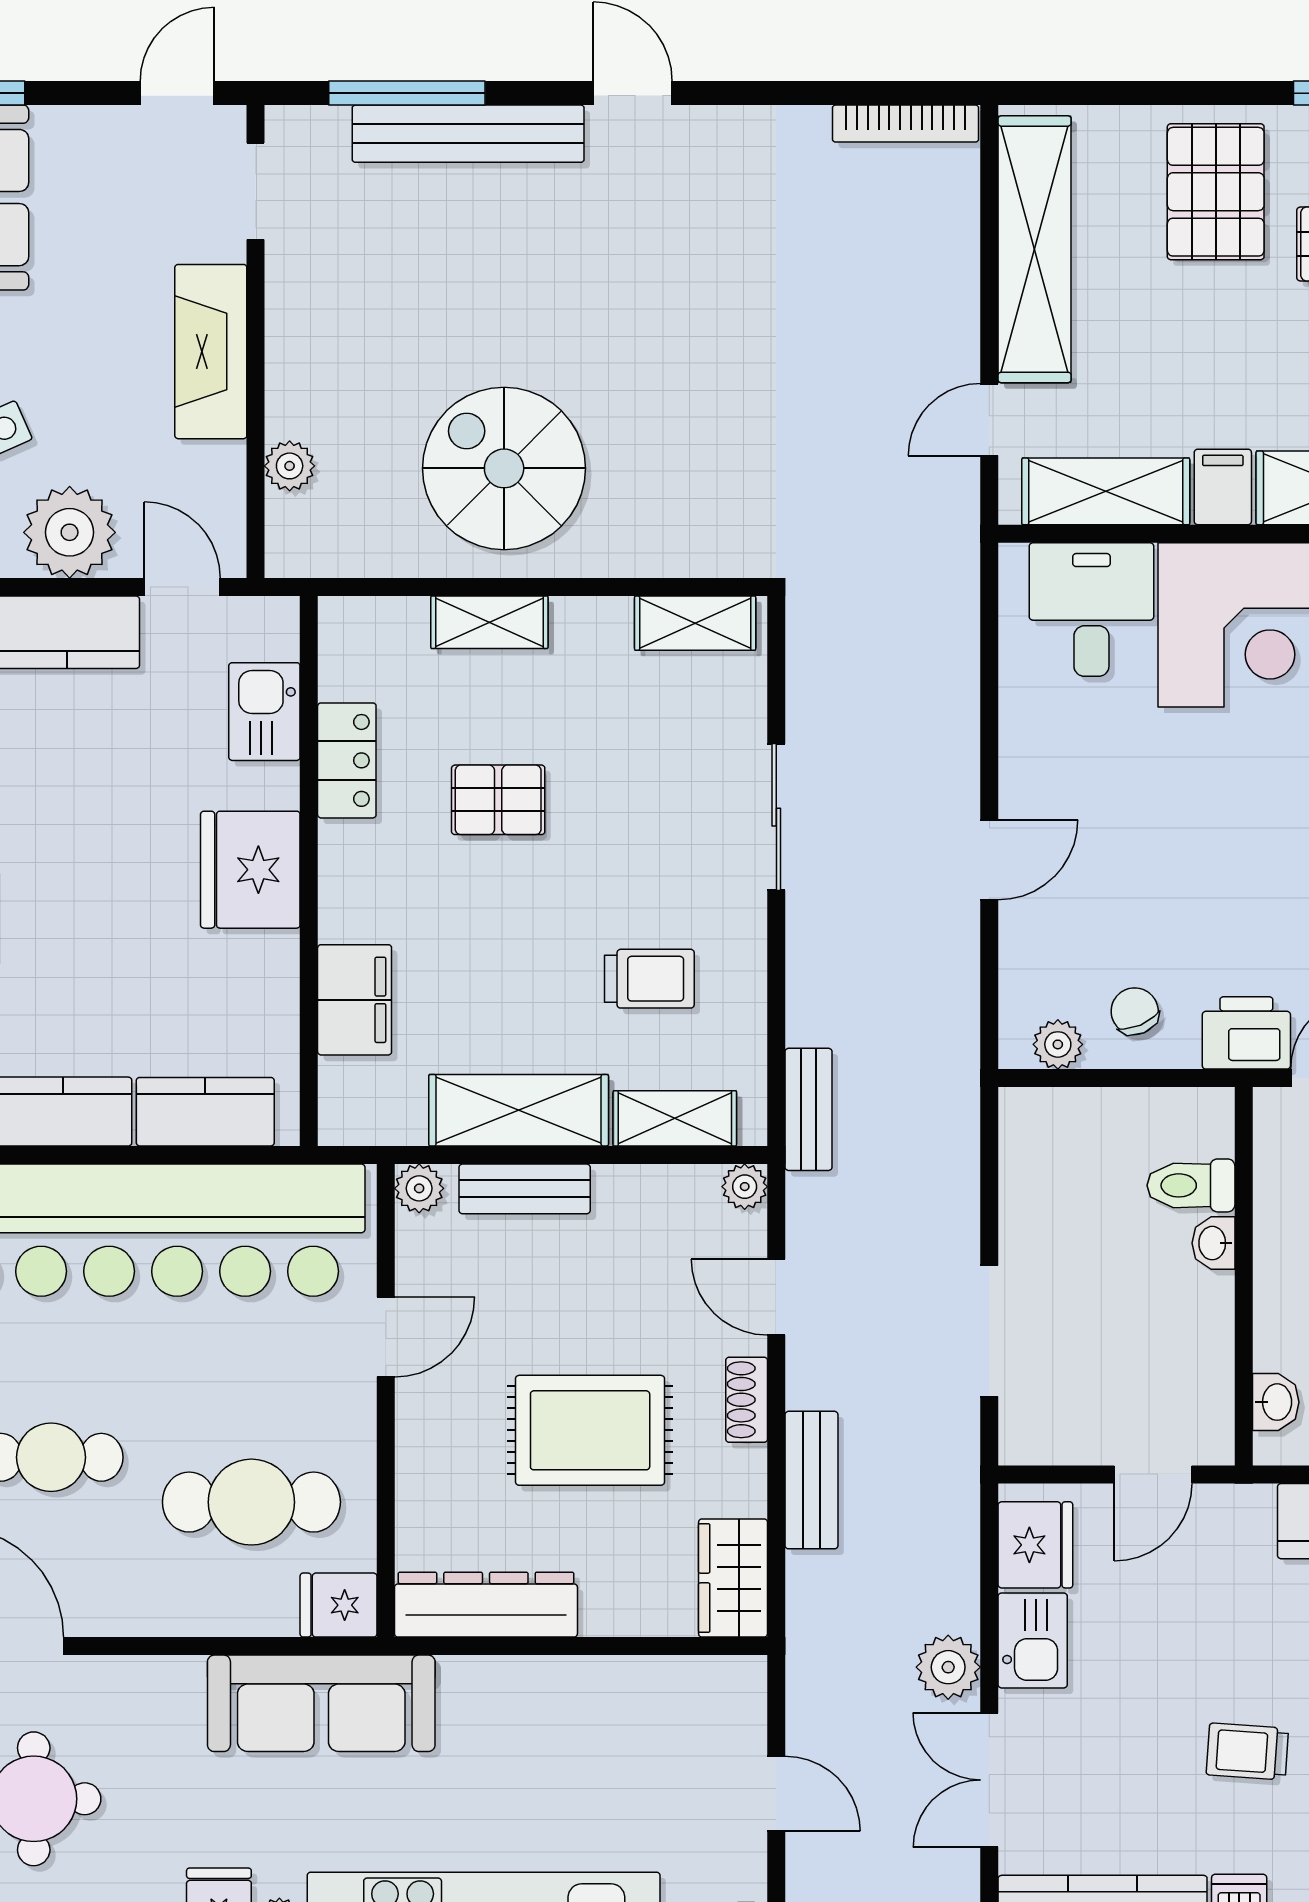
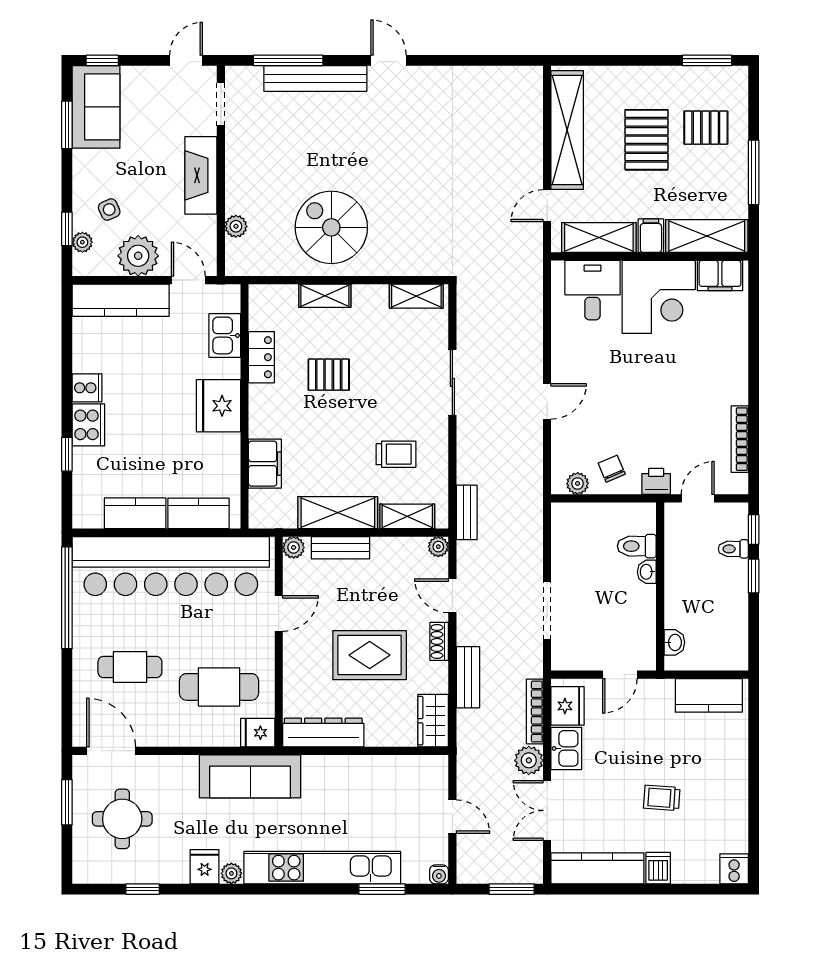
bookcase: (906, 124) -> (535, 712), moved, turned 90
pallet: (1216, 192) -> (647, 140), moved
printer: (1246, 1033) -> (656, 481), width x0.73, depth x0.81

